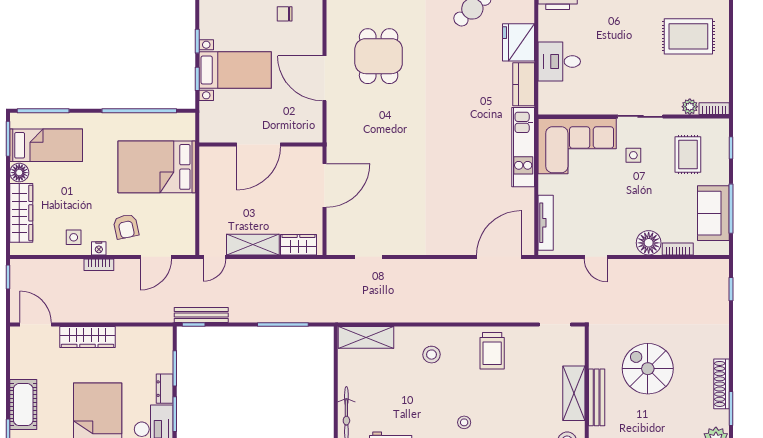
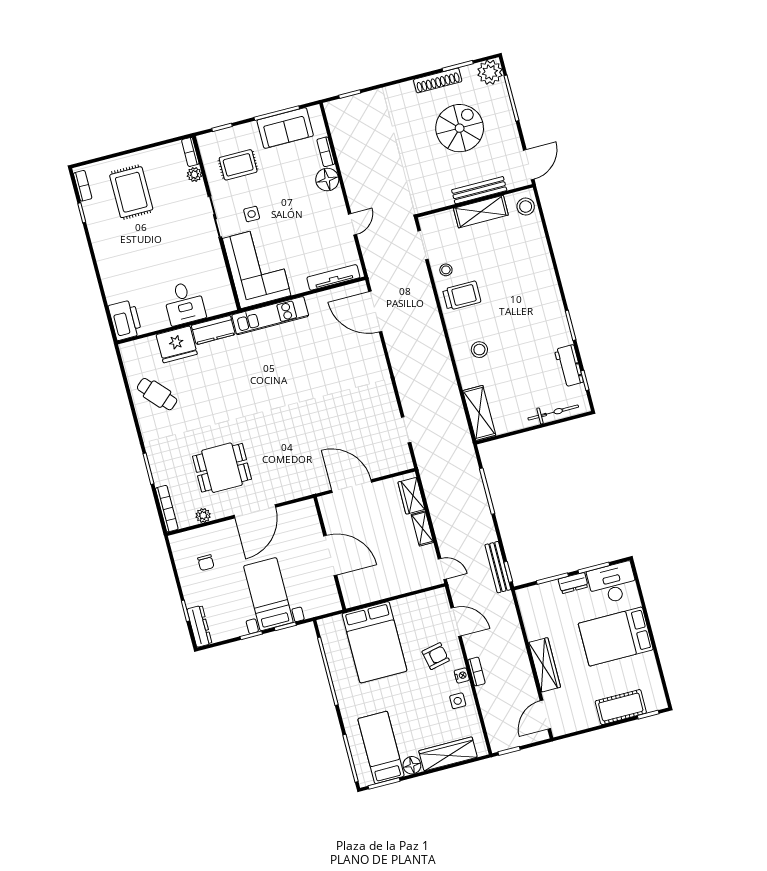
plant: (334, 24) -> (203, 515), added
shelving: (253, 245) -> (422, 528), width x0.67, depth x0.75
spiral stairs: (648, 369) -> (460, 128), moved, turned 180
stool: (464, 422) -> (446, 270), moved

